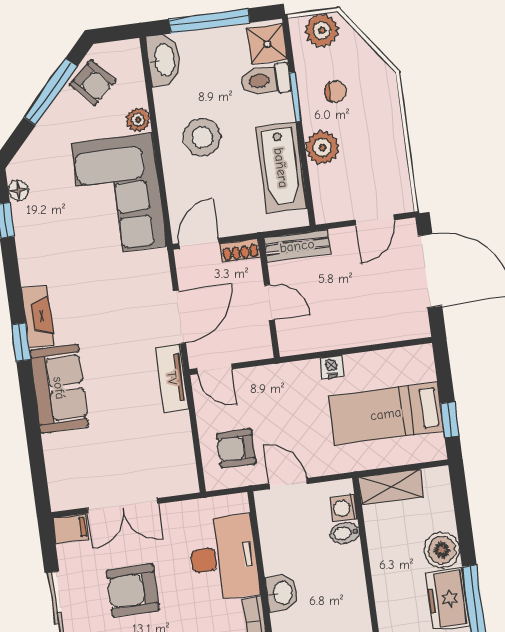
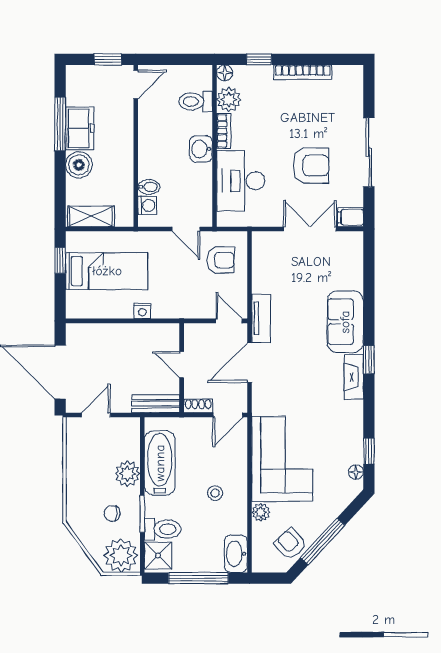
plant: (322, 30) -> (121, 556), width x1.36, depth x1.36
stool: (202, 137) -> (215, 493), width x0.53, depth x0.53
shelving: (391, 487) -> (91, 216), moved

